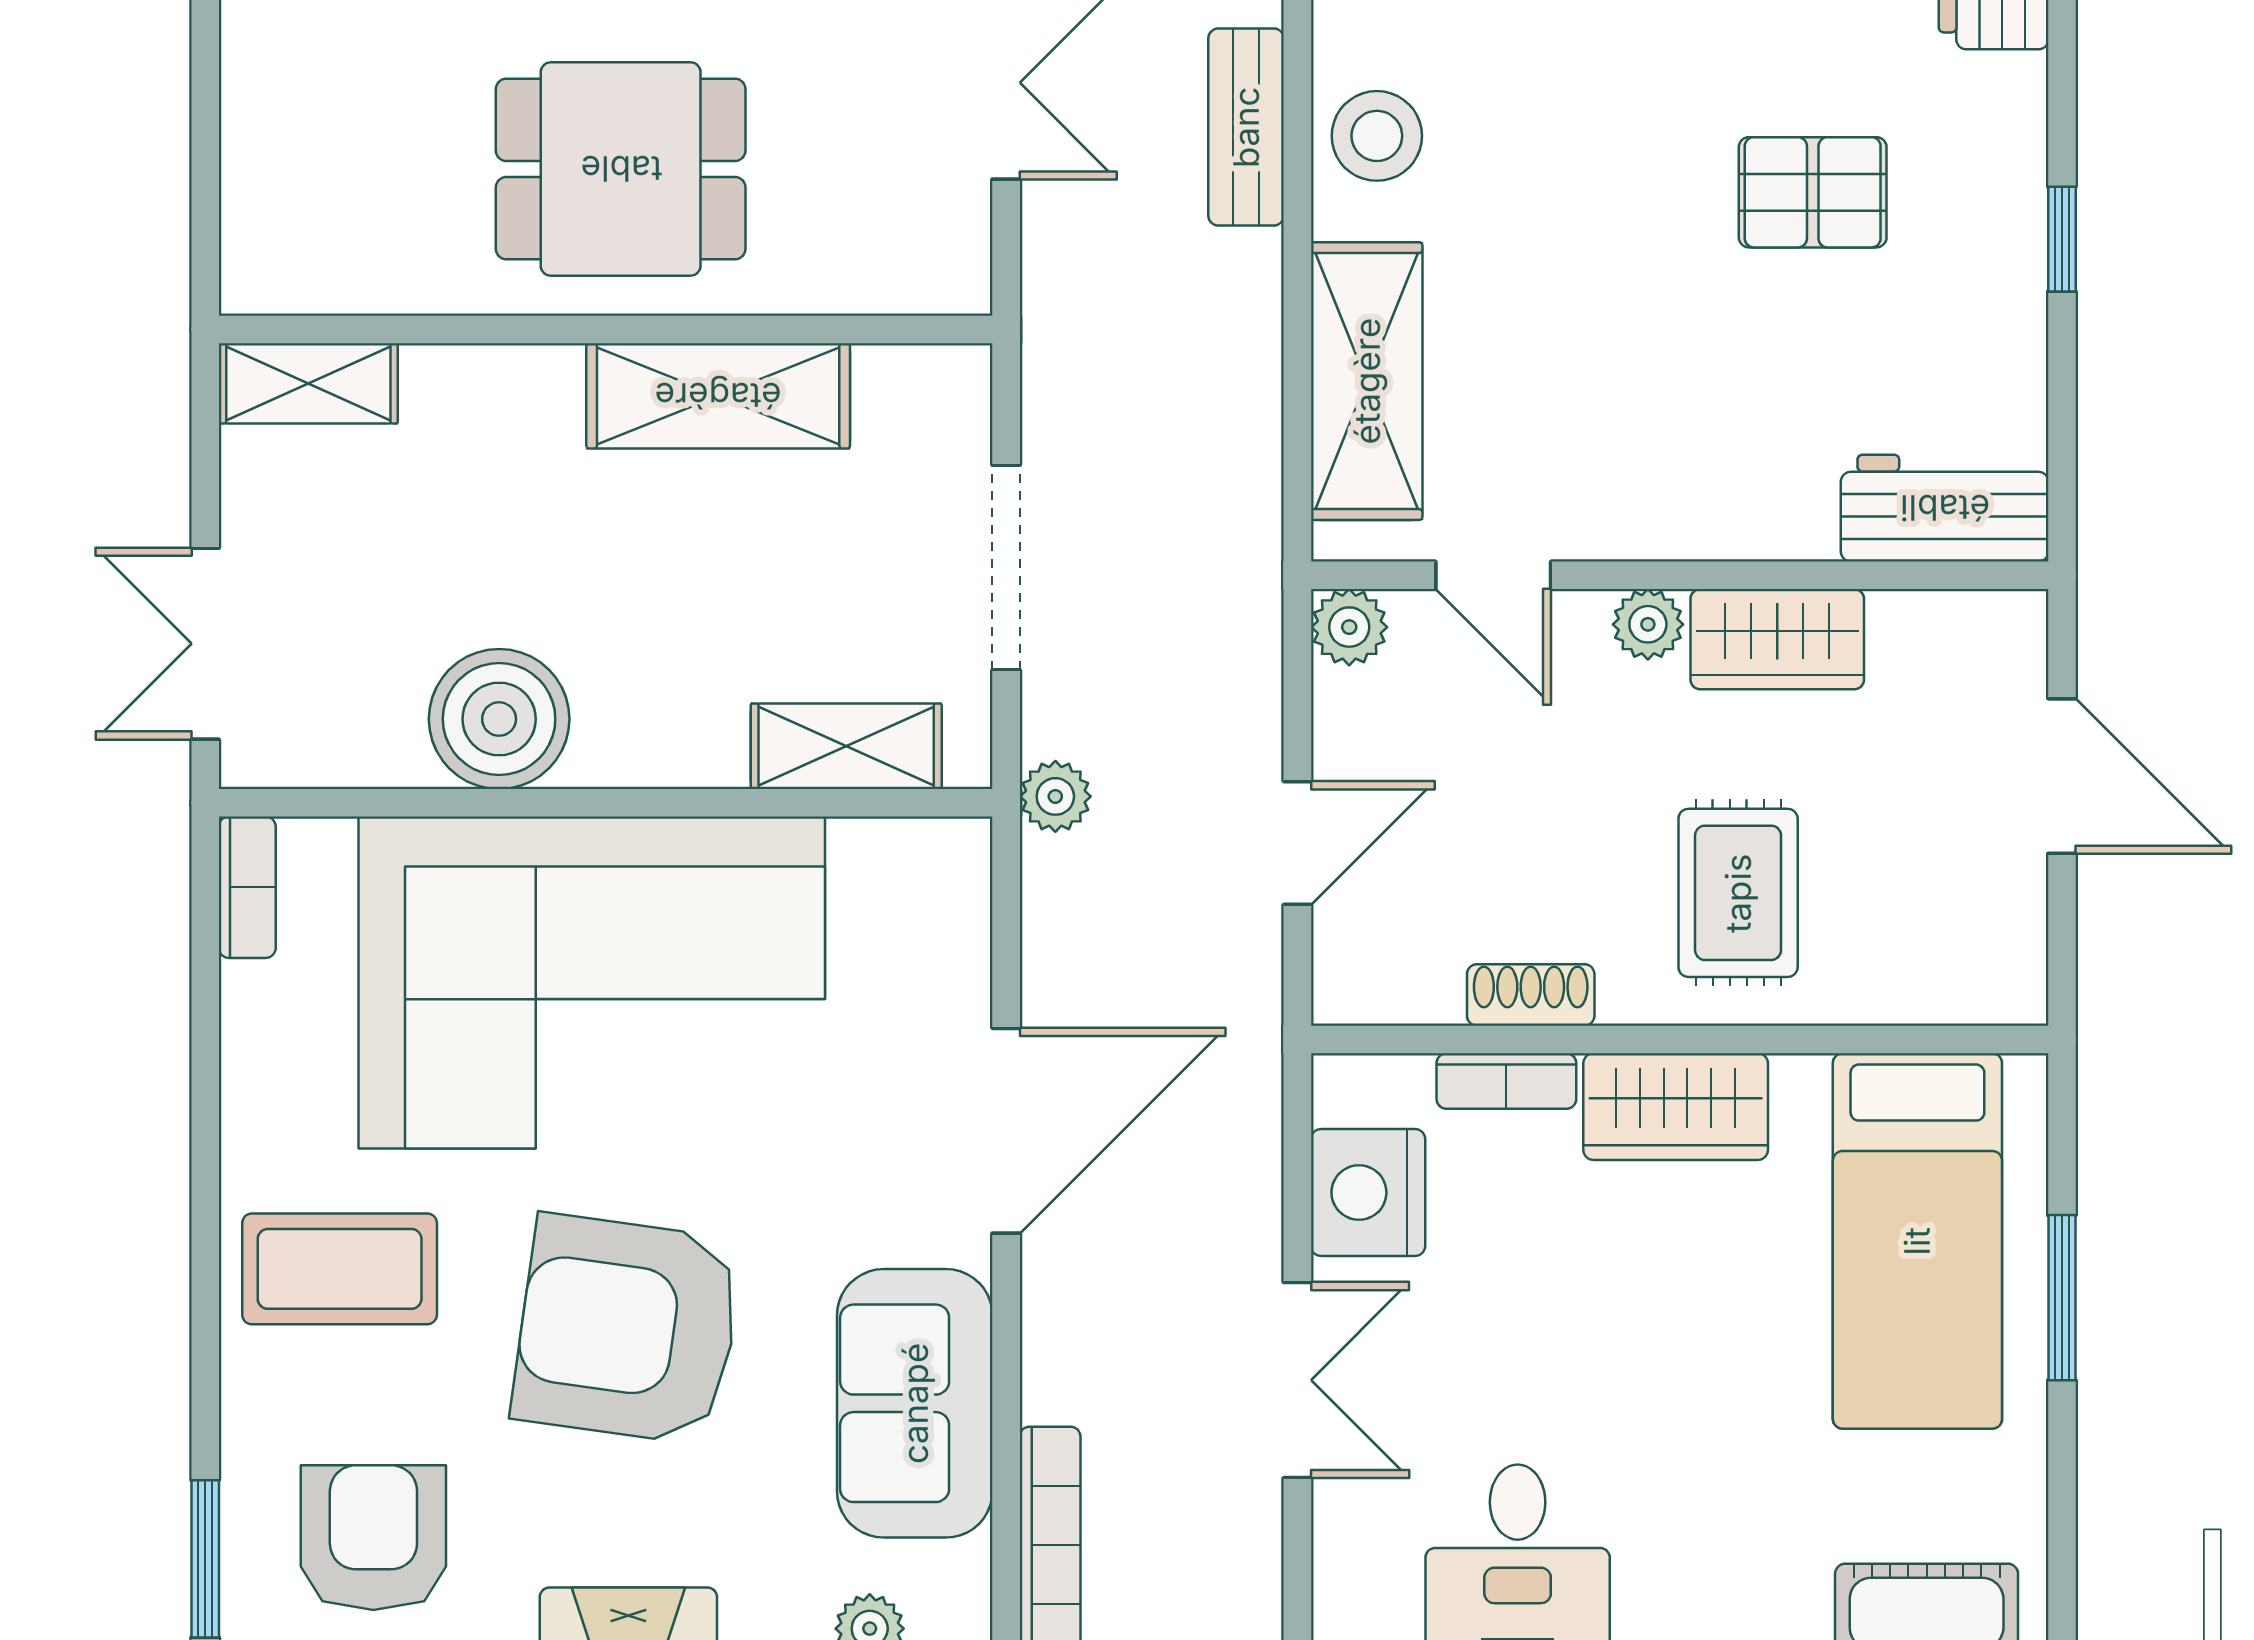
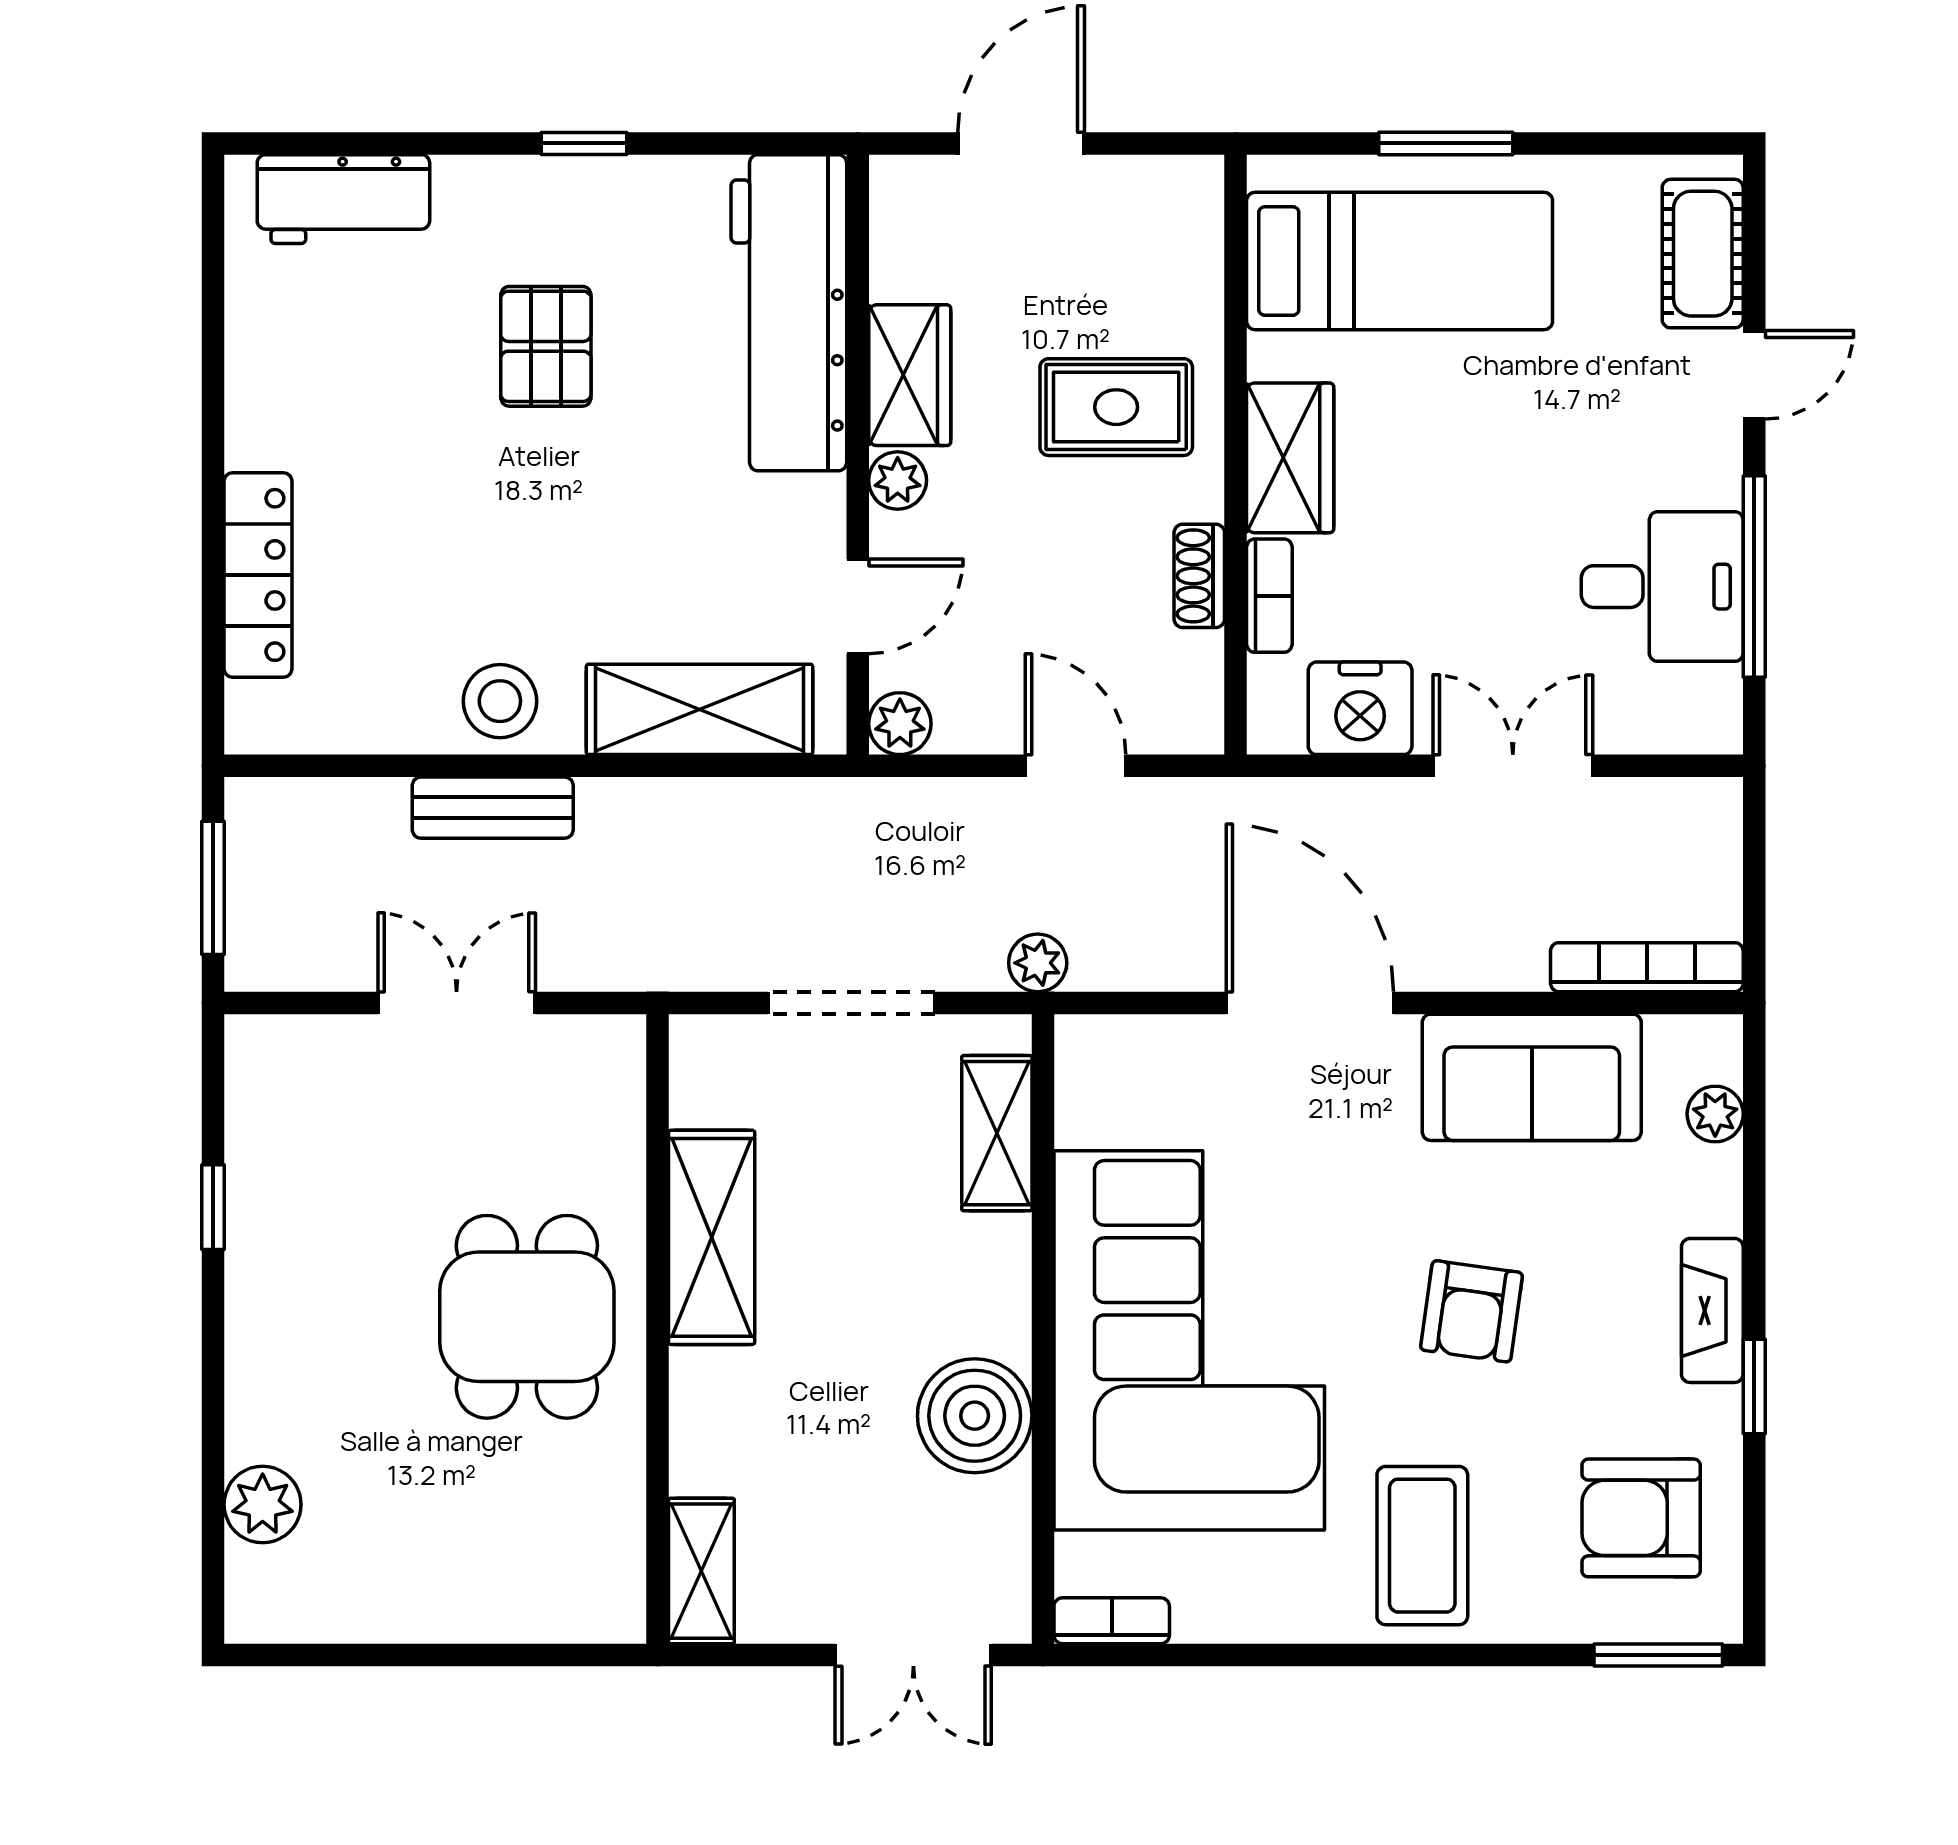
workbench: (1945, 508) -> (789, 313), width x1.88, depth x1.32
armchair: (627, 1329) -> (1472, 1311), width x0.53, depth x0.53

